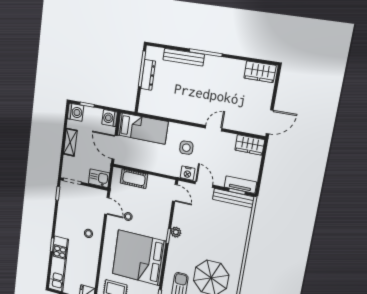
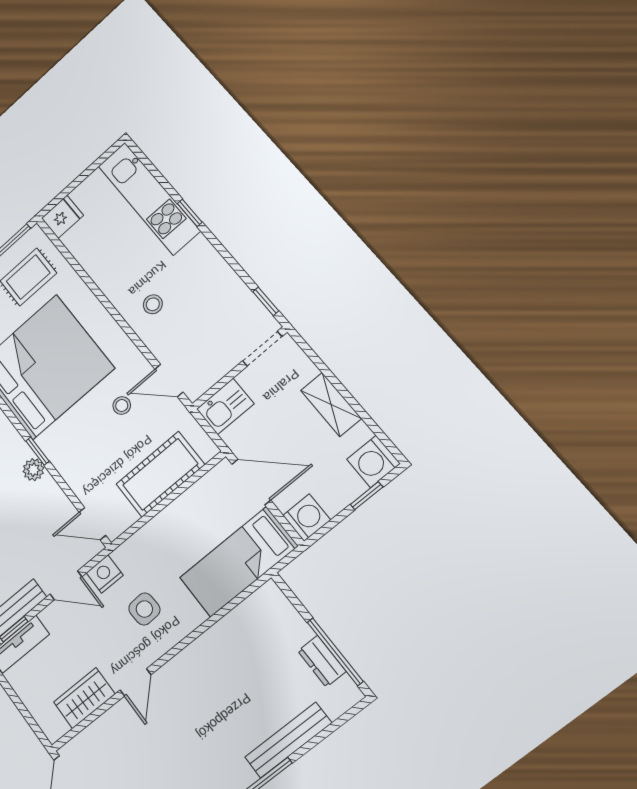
dresser: (148, 75) -> (322, 661), width x0.70
wardrobe: (250, 145) -> (84, 698), moved
cot: (134, 179) -> (160, 474), width x1.37, depth x1.34

